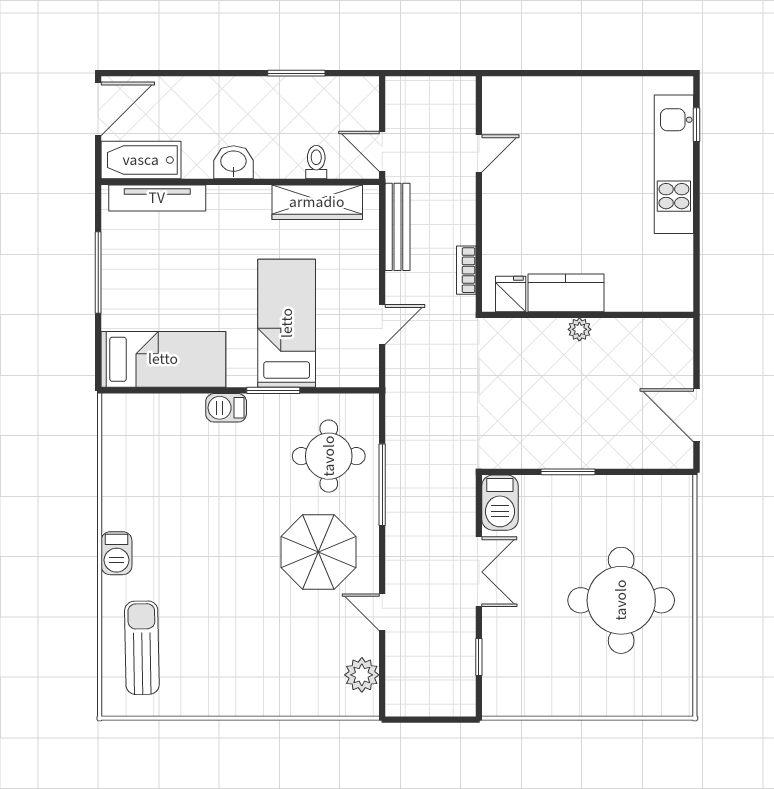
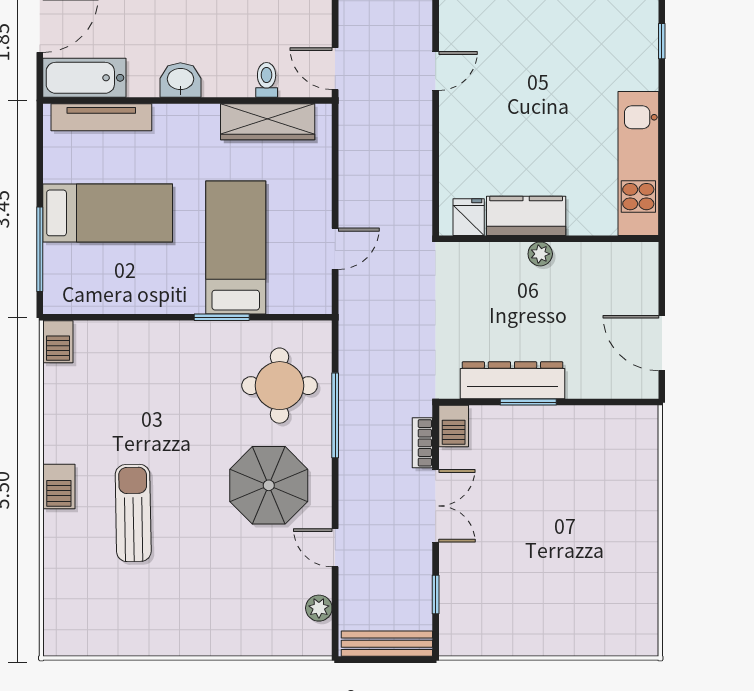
kitchen unit: (674, 164) -> (638, 163), moved
bench: (398, 227) -> (387, 644), moved, turned 90
bookcase: (466, 270) -> (422, 443), moved
window: (98, 273) -> (40, 249), moved
bed: (163, 359) -> (108, 213), moved
barbecue: (226, 408) -> (58, 342), moved, turned -90
dresser: (553, 451) -> (512, 380), added
barbecue: (500, 503) -> (454, 426), width x0.73, depth x0.79
round table: (621, 600) -> (583, 536), removed
sun lounger: (142, 648) -> (133, 513), moved
plant: (362, 675) -> (319, 608), width x0.73, depth x0.73

